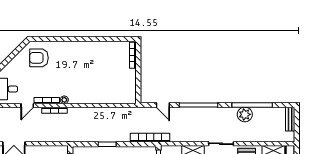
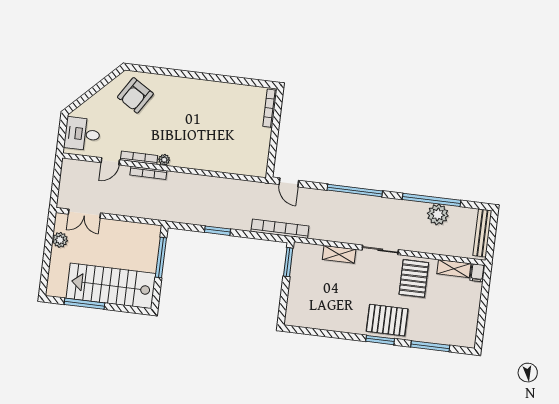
armchair: (39, 58) -> (135, 95), turned -58
door: (163, 105) -> (289, 182), moved
plant: (245, 114) -> (438, 215), moved
bench: (290, 119) -> (482, 233), width x1.36

